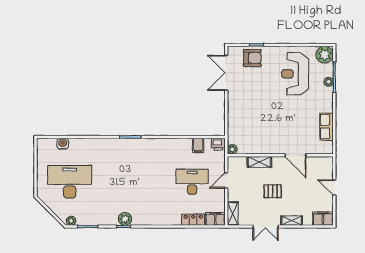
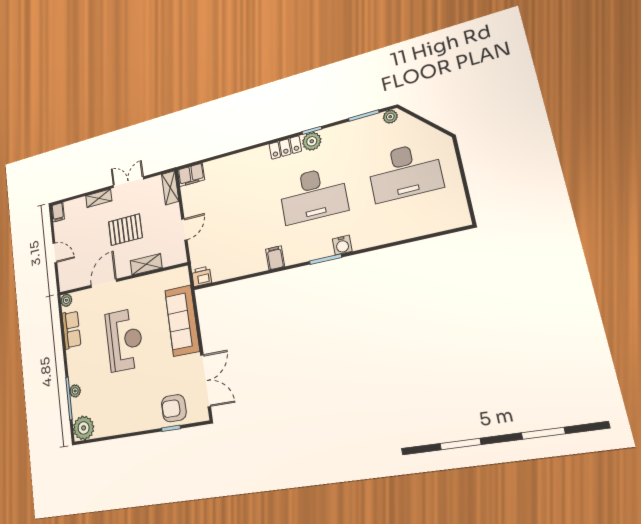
reception desk: (295, 74) -> (124, 340), moved
sofa: (237, 116) -> (182, 321), added
water cooler: (63, 144) -> (342, 245), moved
filing cabinet: (198, 145) -> (275, 258), moved
plant: (232, 149) -> (66, 300), moved
door: (295, 155) -> (104, 283), hinge flipped
desk: (192, 182) -> (313, 195), moved, width x1.36, depth x1.30
pallet: (273, 191) -> (125, 230), width x1.50, depth x1.42
filing cabinet: (323, 219) -> (58, 212), width x0.50
locker: (193, 220) -> (285, 148), moved

